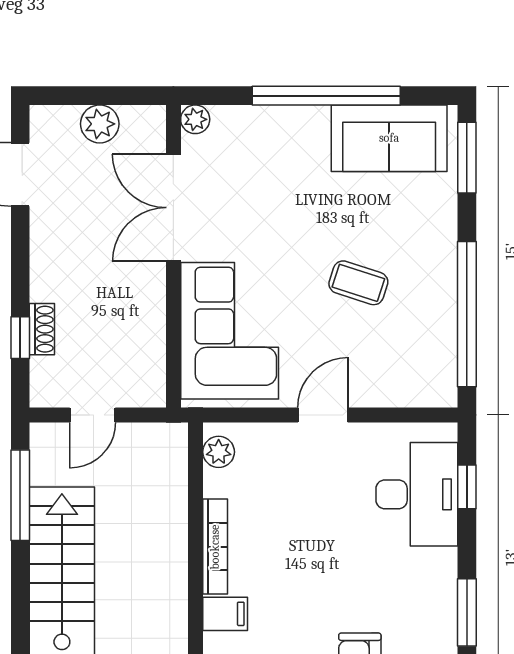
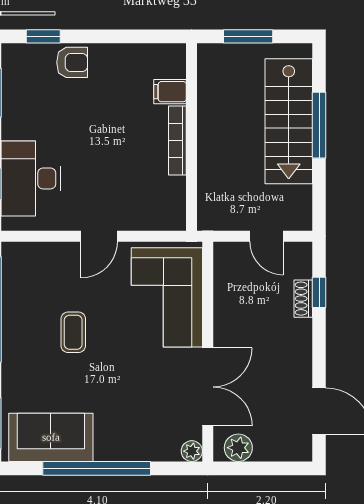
plant: (100, 124) -> (238, 448), moved
coffee table: (358, 283) -> (73, 332), turned 72
door: (93, 415) -> (266, 236), swing flipped
plant: (219, 452) -> (175, 209), removed
window: (20, 495) -> (319, 125), moved

